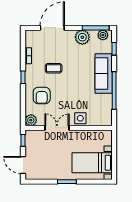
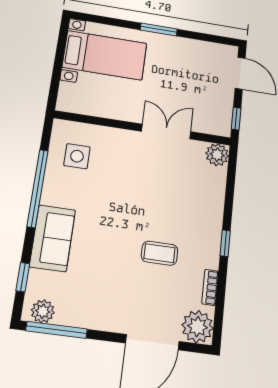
plant: (82, 37) -> (197, 327), moved
sofa: (104, 73) -> (52, 238), width x0.73
armchair: (42, 95) -> (190, 200), removed
side table: (80, 118) -> (77, 156), moved
double door: (57, 128) -> (166, 132), swing flipped

